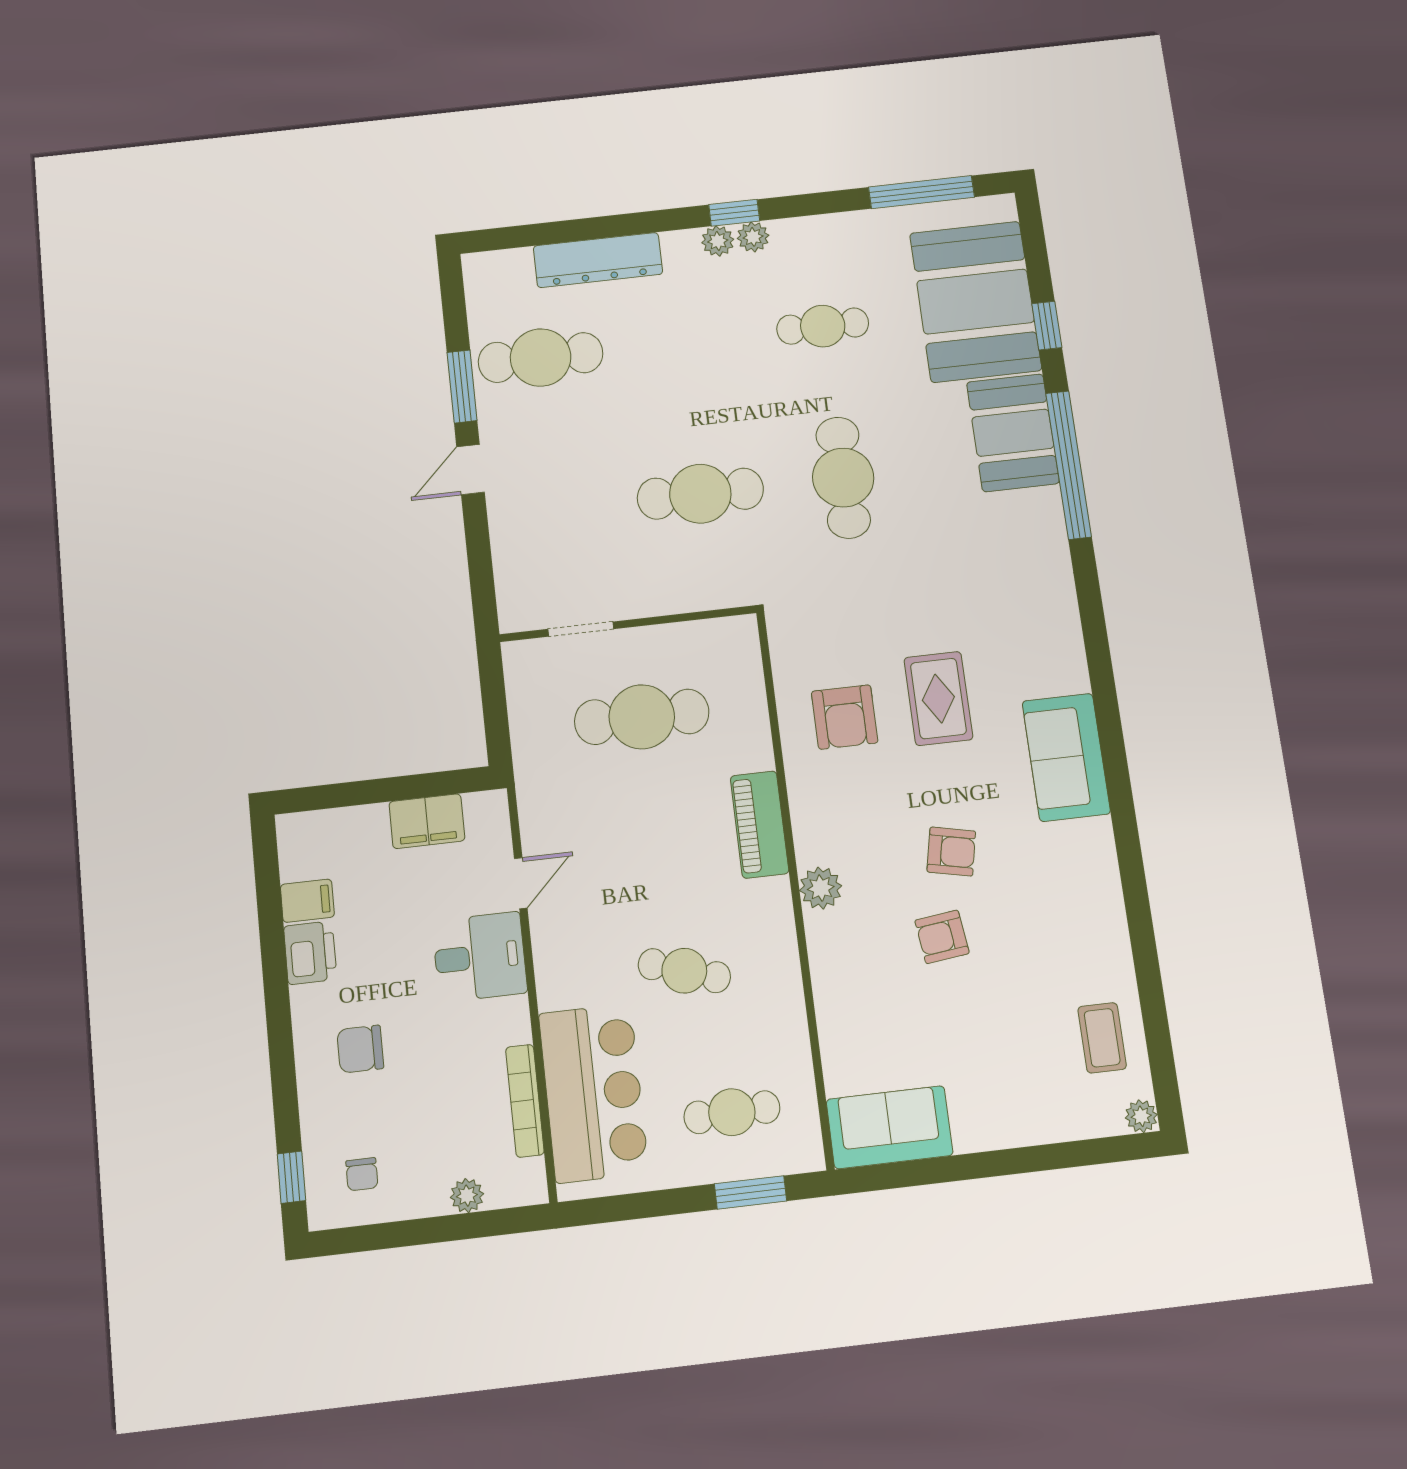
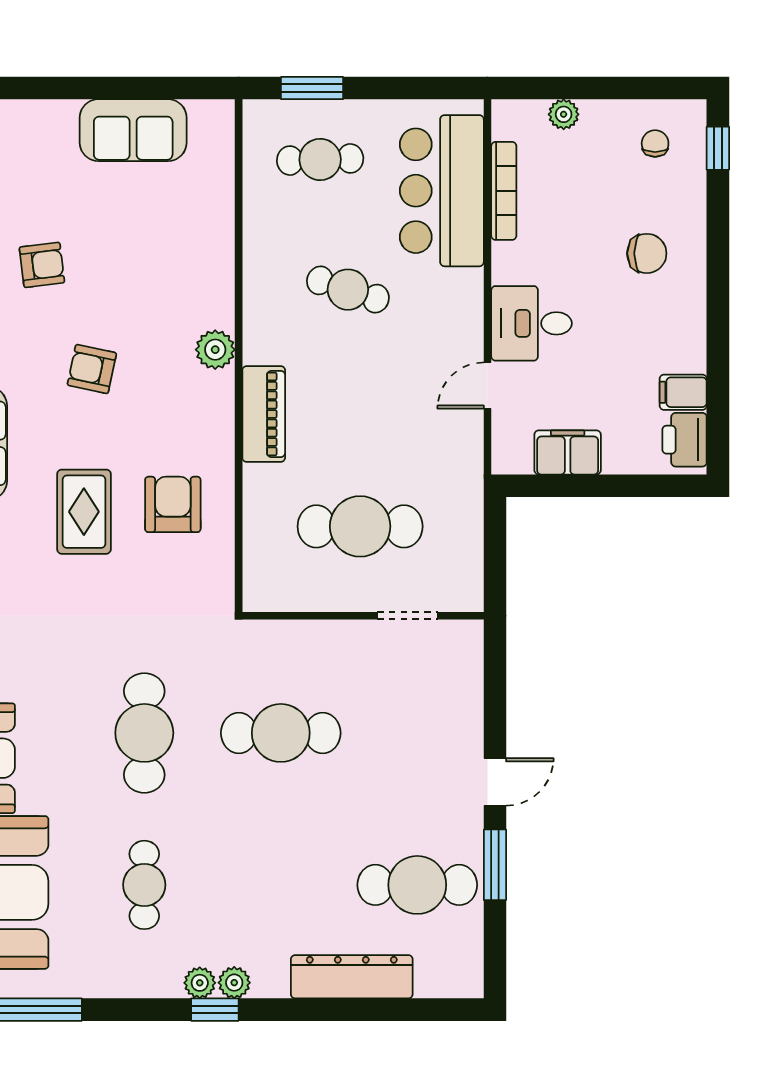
cafe table: (823, 326) -> (144, 885), turned 90
armchair: (942, 937) -> (42, 265), moved
printer: (310, 953) -> (685, 440), moved
sofa: (889, 1127) -> (133, 130), moved

